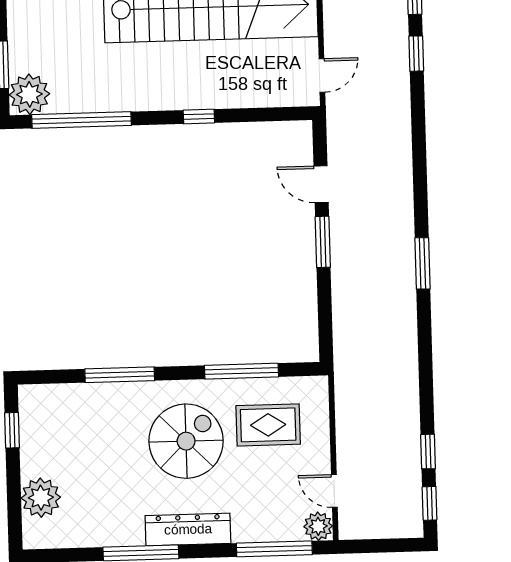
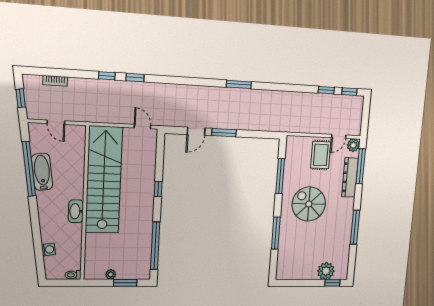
plant: (29, 94) -> (111, 274), moved, width x0.53, depth x0.53
rug: (268, 425) -> (321, 155), moved
window: (12, 430) -> (332, 283), moved
dresser: (188, 529) -> (350, 177), moved

